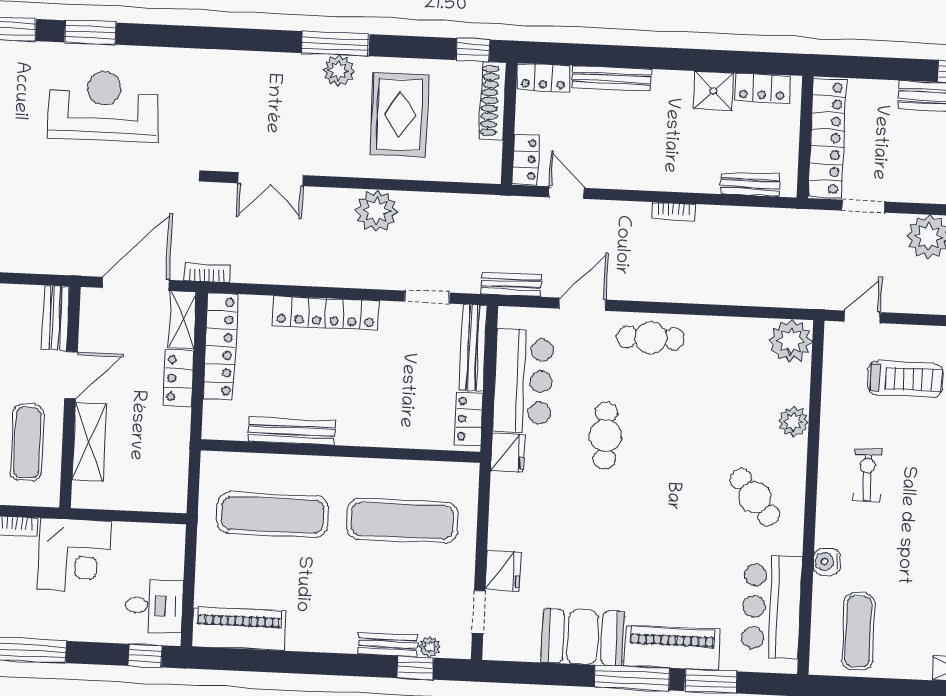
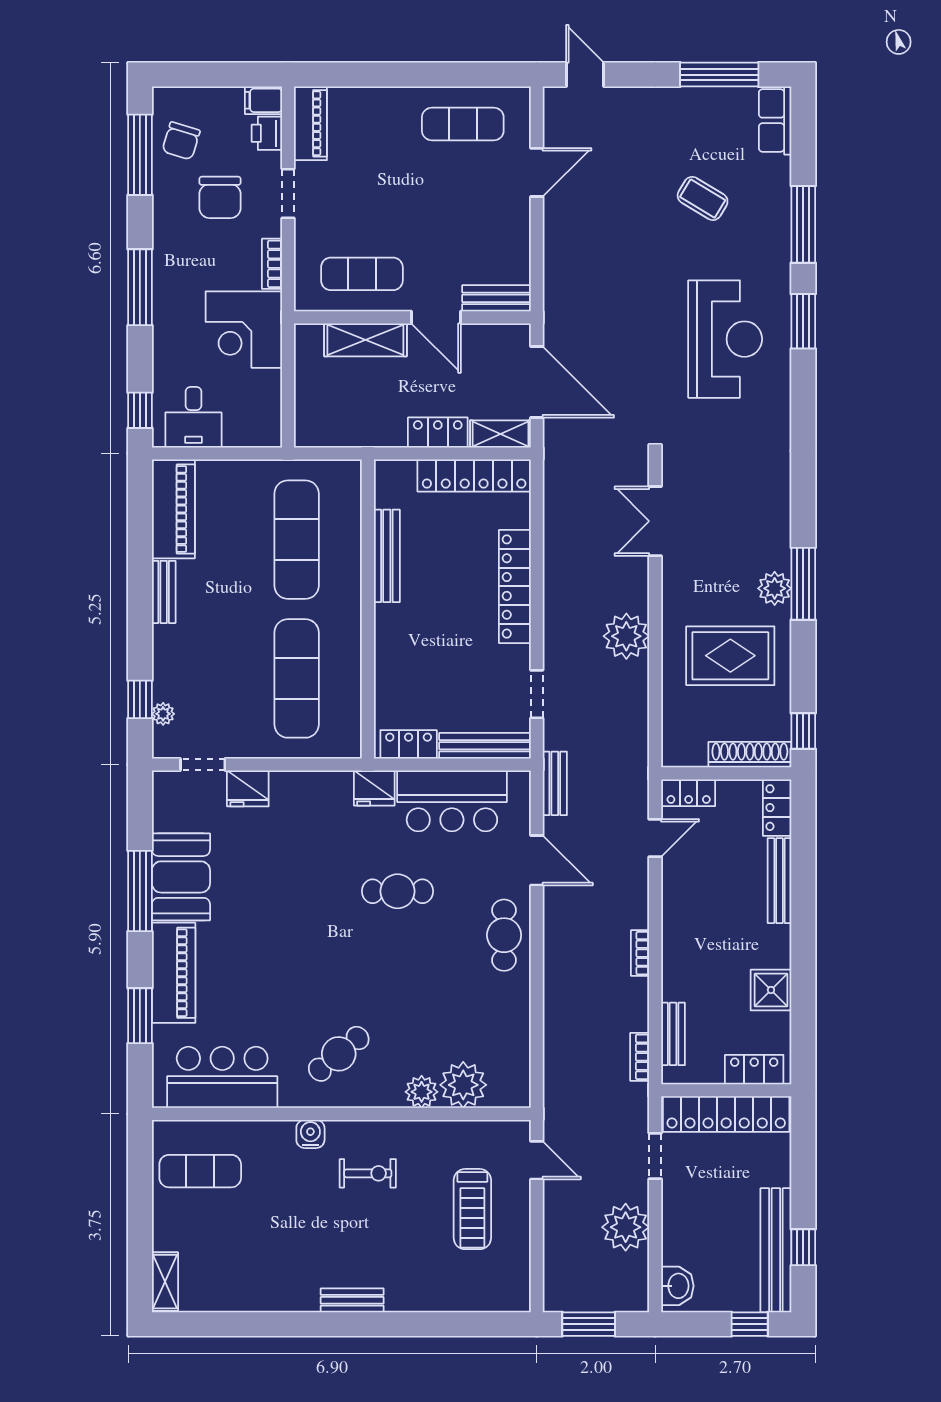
locker: (762, 88) -> (754, 1070), moved, turned 90
bookcase: (207, 273) -> (640, 1057), moved, turned 180
plant: (791, 341) -> (463, 1085), moved
water cooler: (827, 562) -> (310, 1134), moved
bench: (388, 644) -> (164, 592), moved
window: (632, 678) -> (140, 891), moved

